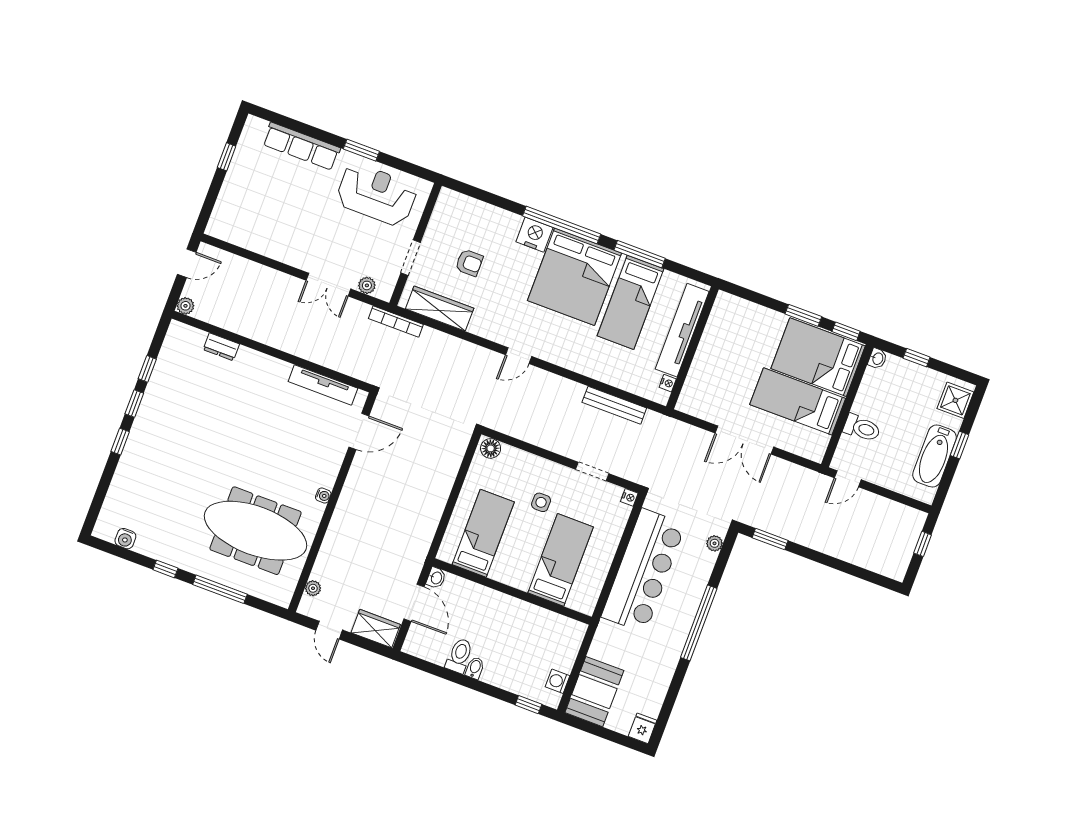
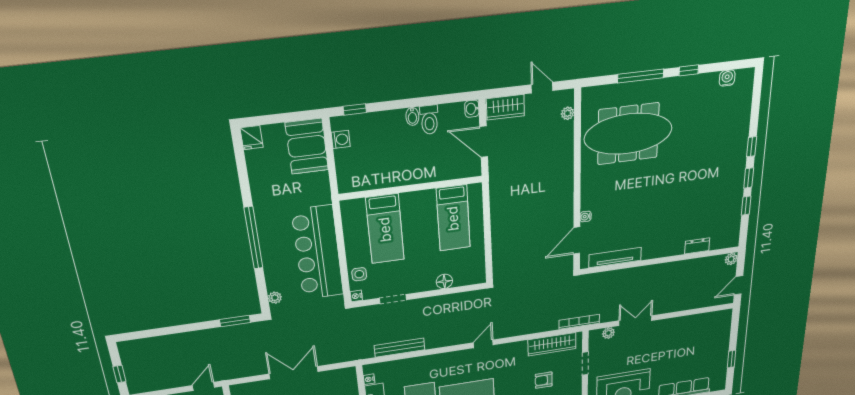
floor lamp: (491, 448) -> (444, 281), moved
water cooler: (323, 496) -> (586, 217), moved
side table: (541, 502) -> (359, 274), moved
washbasin: (436, 578) -> (472, 109), moved

